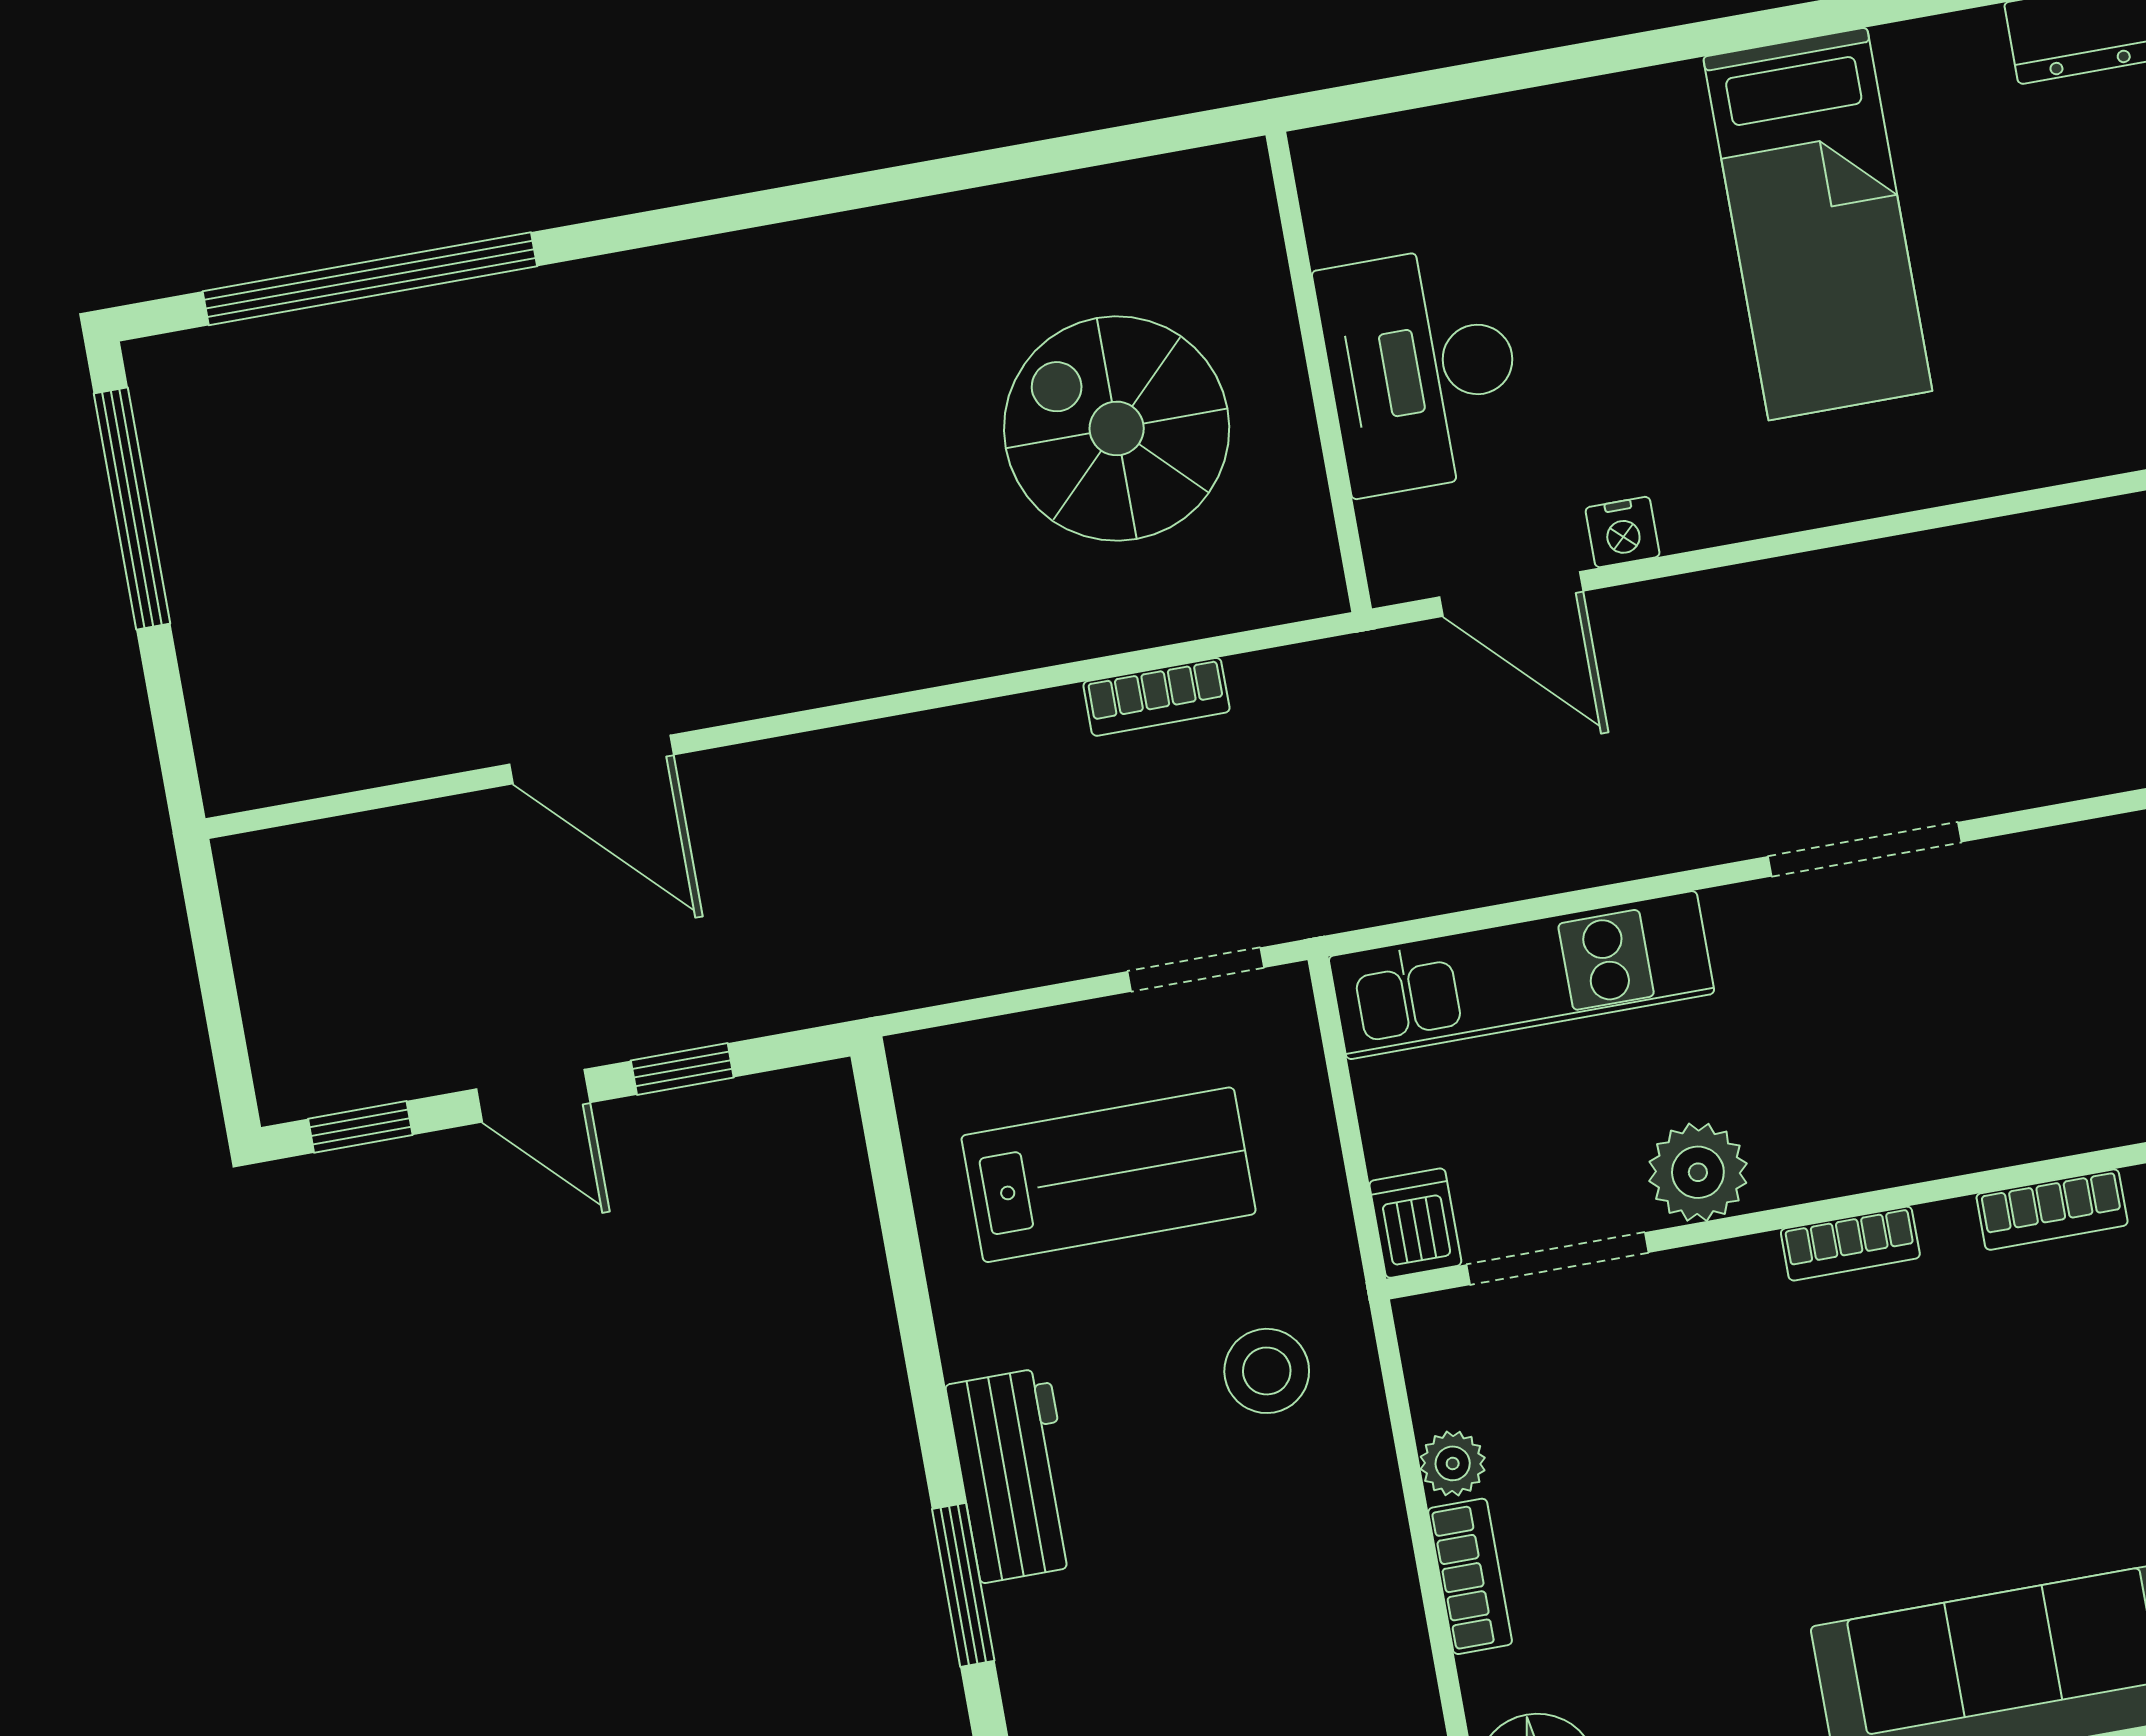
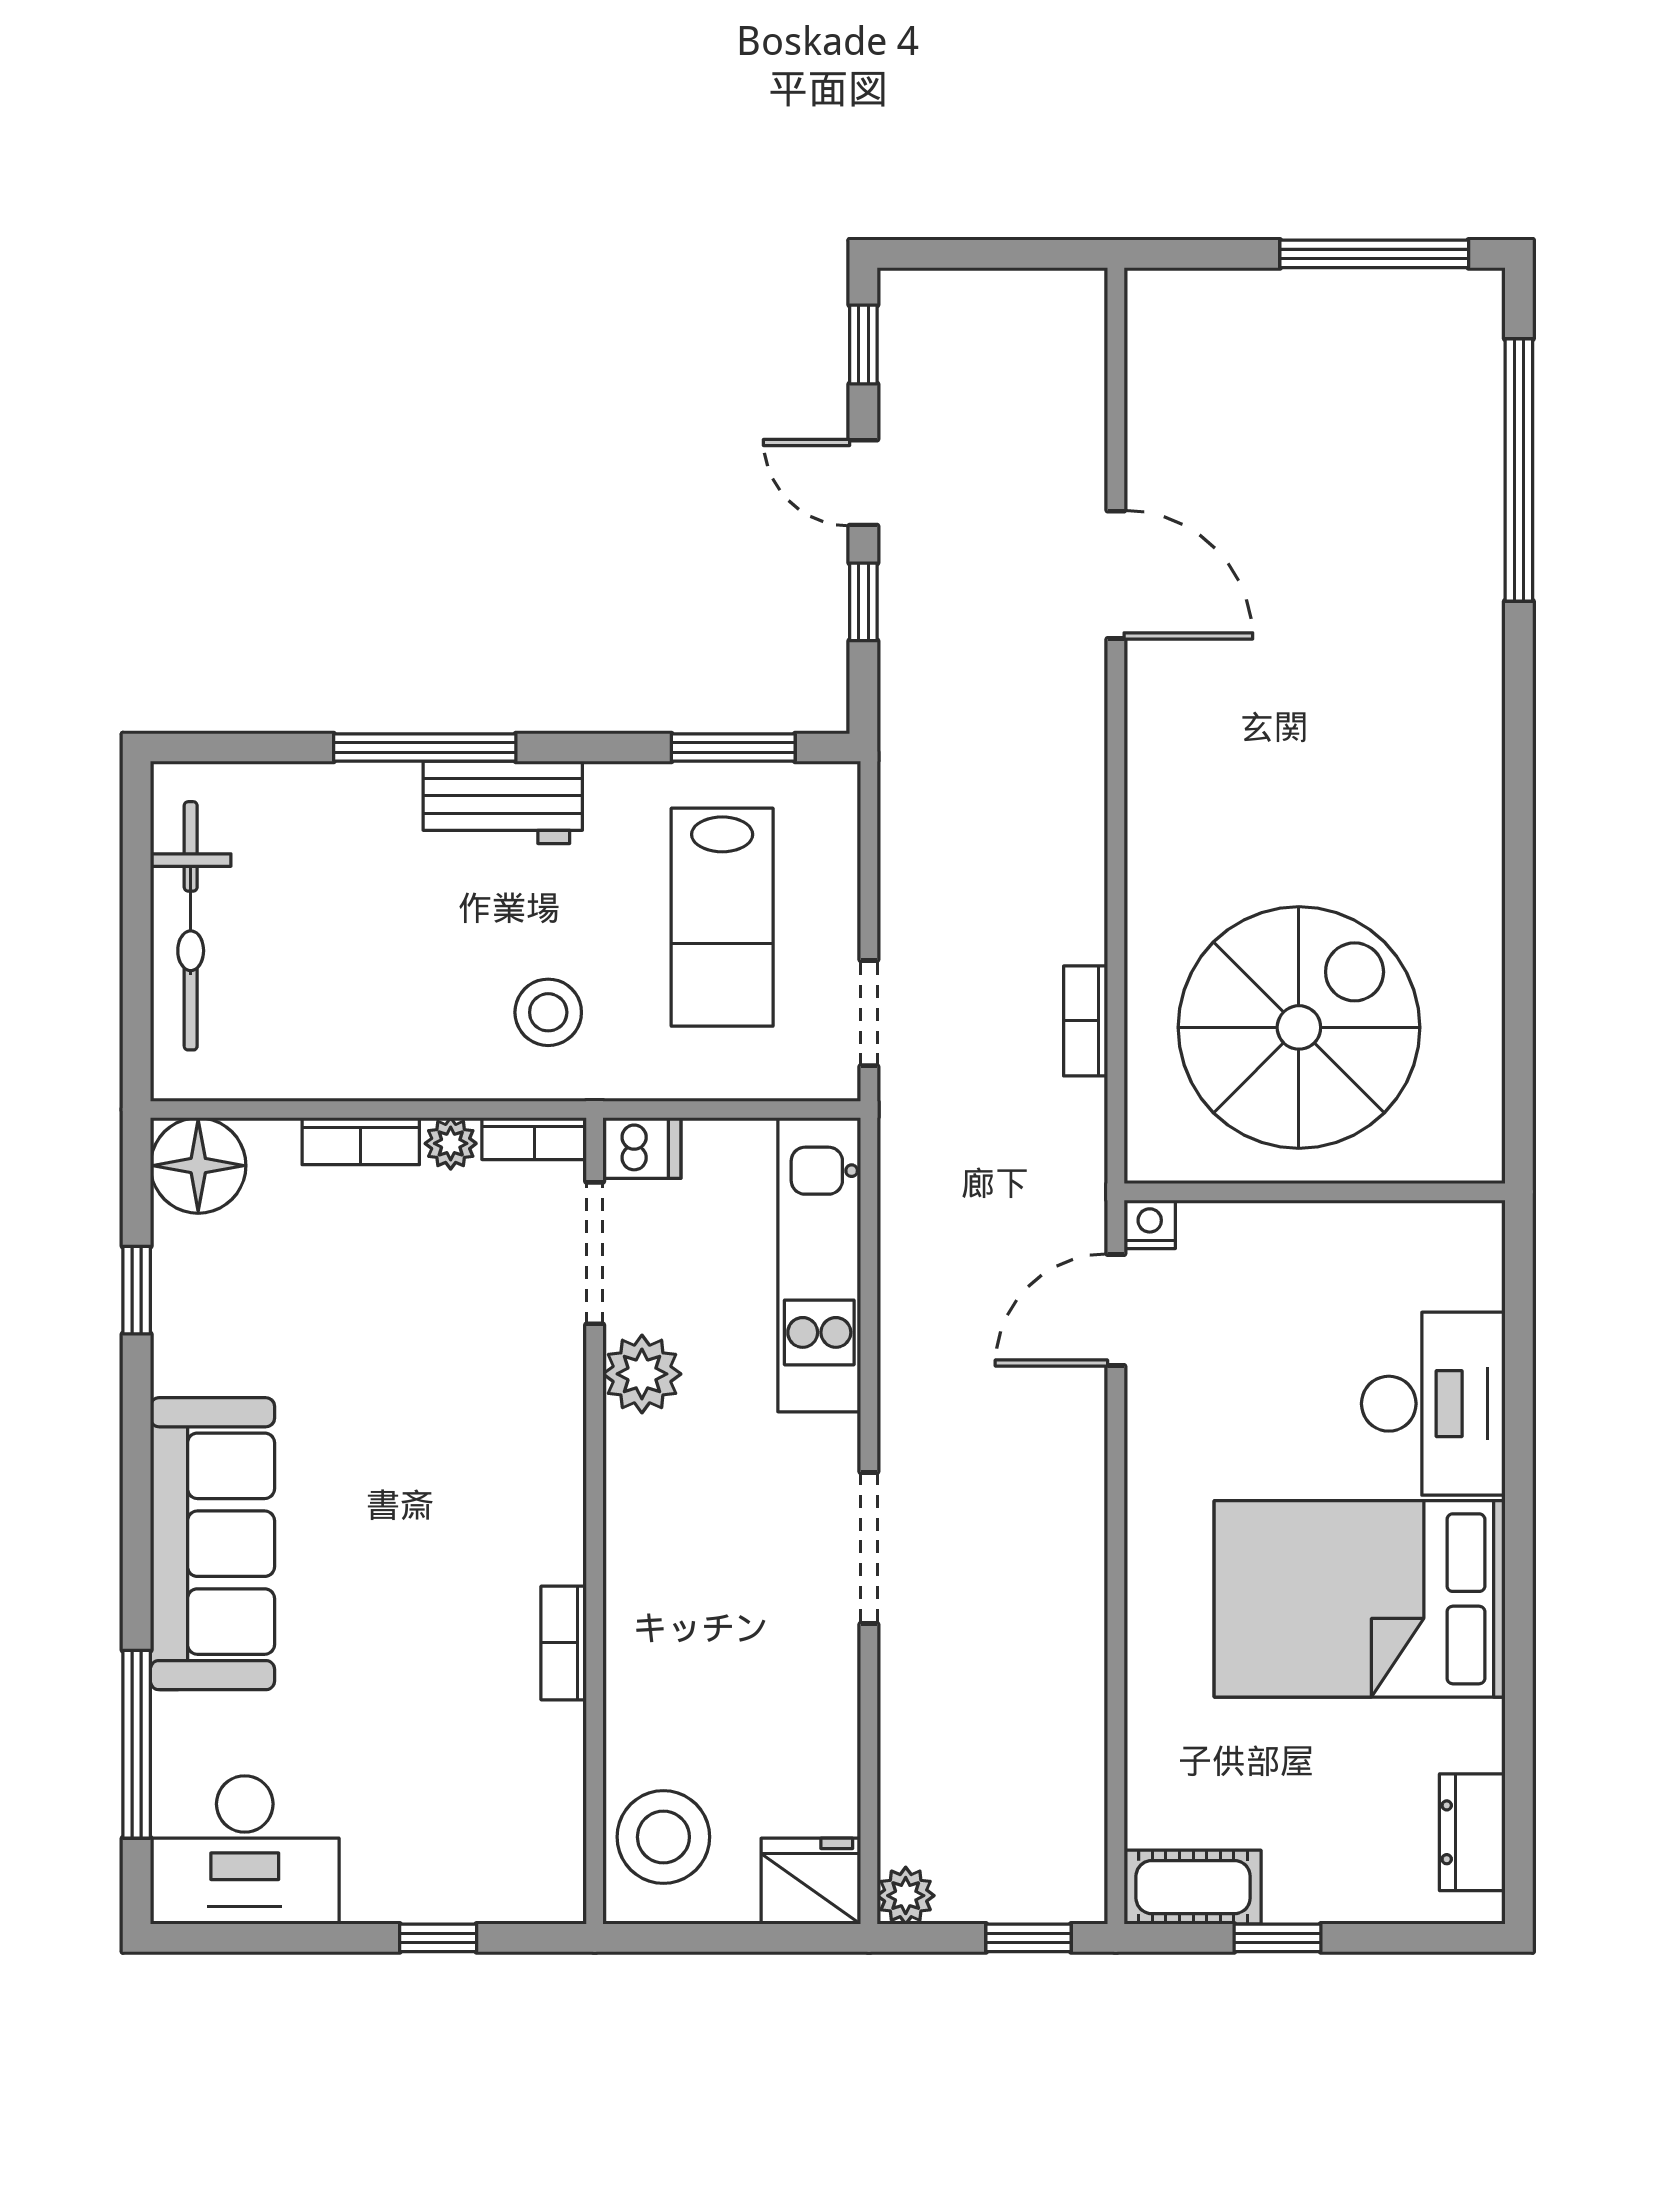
bed: (1818, 224) -> (1360, 1599), width x1.50
desk: (1422, 369) -> (1433, 1404), moved, turned 90
spiral stairs: (1117, 428) -> (1299, 1027), width x1.37, depth x1.37
nightstand: (1623, 532) -> (1150, 1224), moved, turned 90
door: (592, 759) -> (1116, 575), swing flipped
door: (533, 1096) -> (863, 483), hinge flipped
window: (894, 1199) -> (733, 747), added
bookcase: (1850, 1244) -> (534, 1139), moved, turned -90
window: (963, 1585) -> (425, 747), width x1.44

